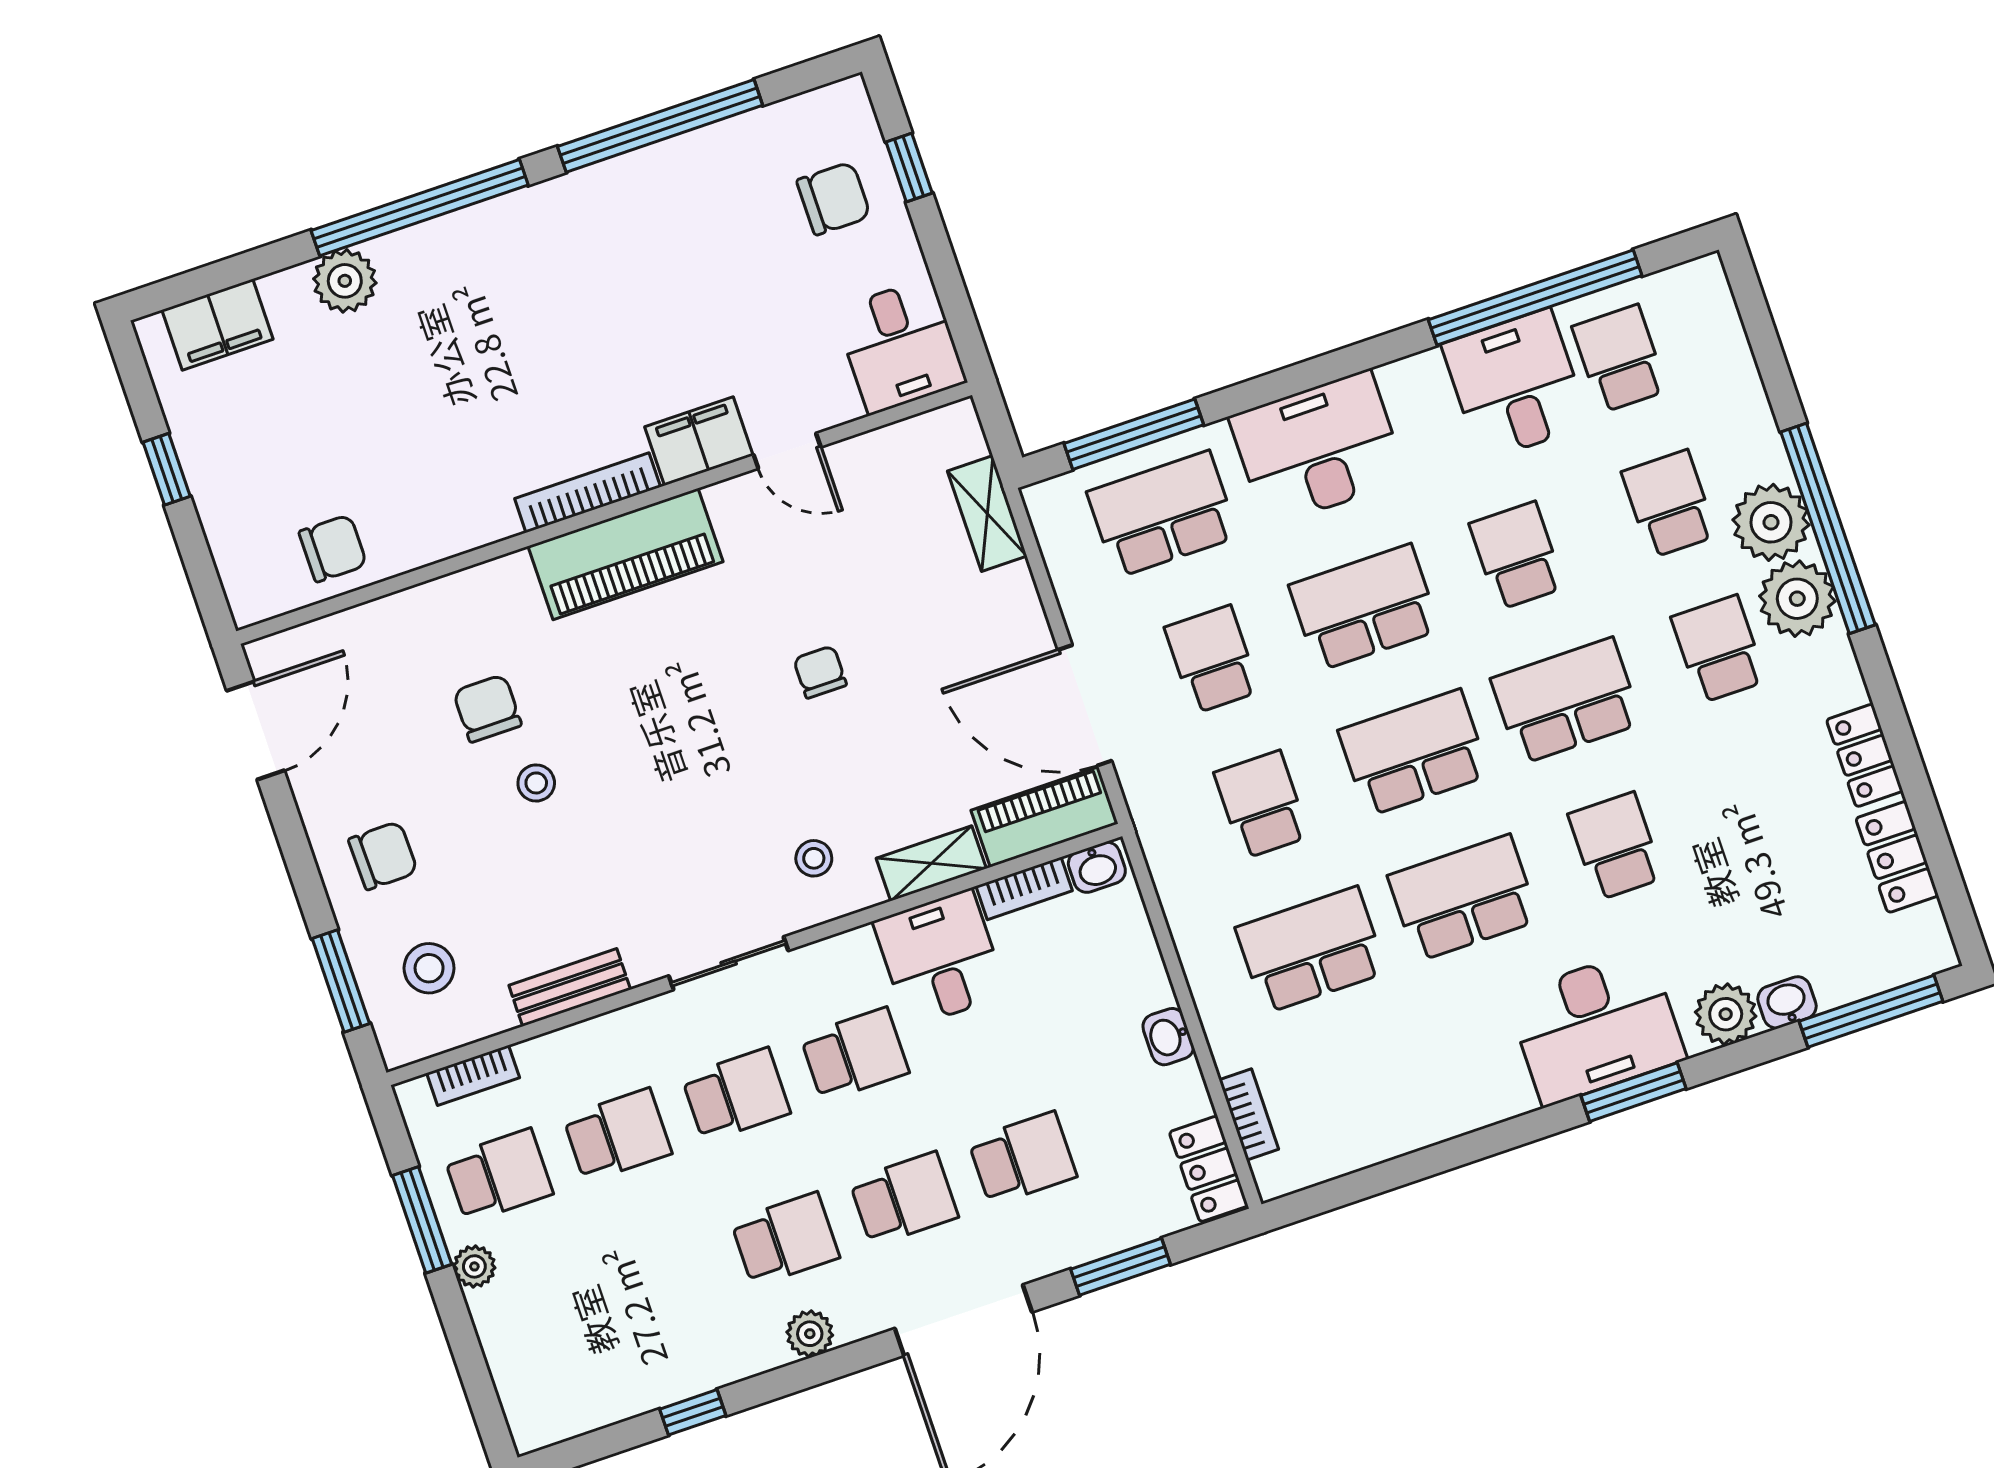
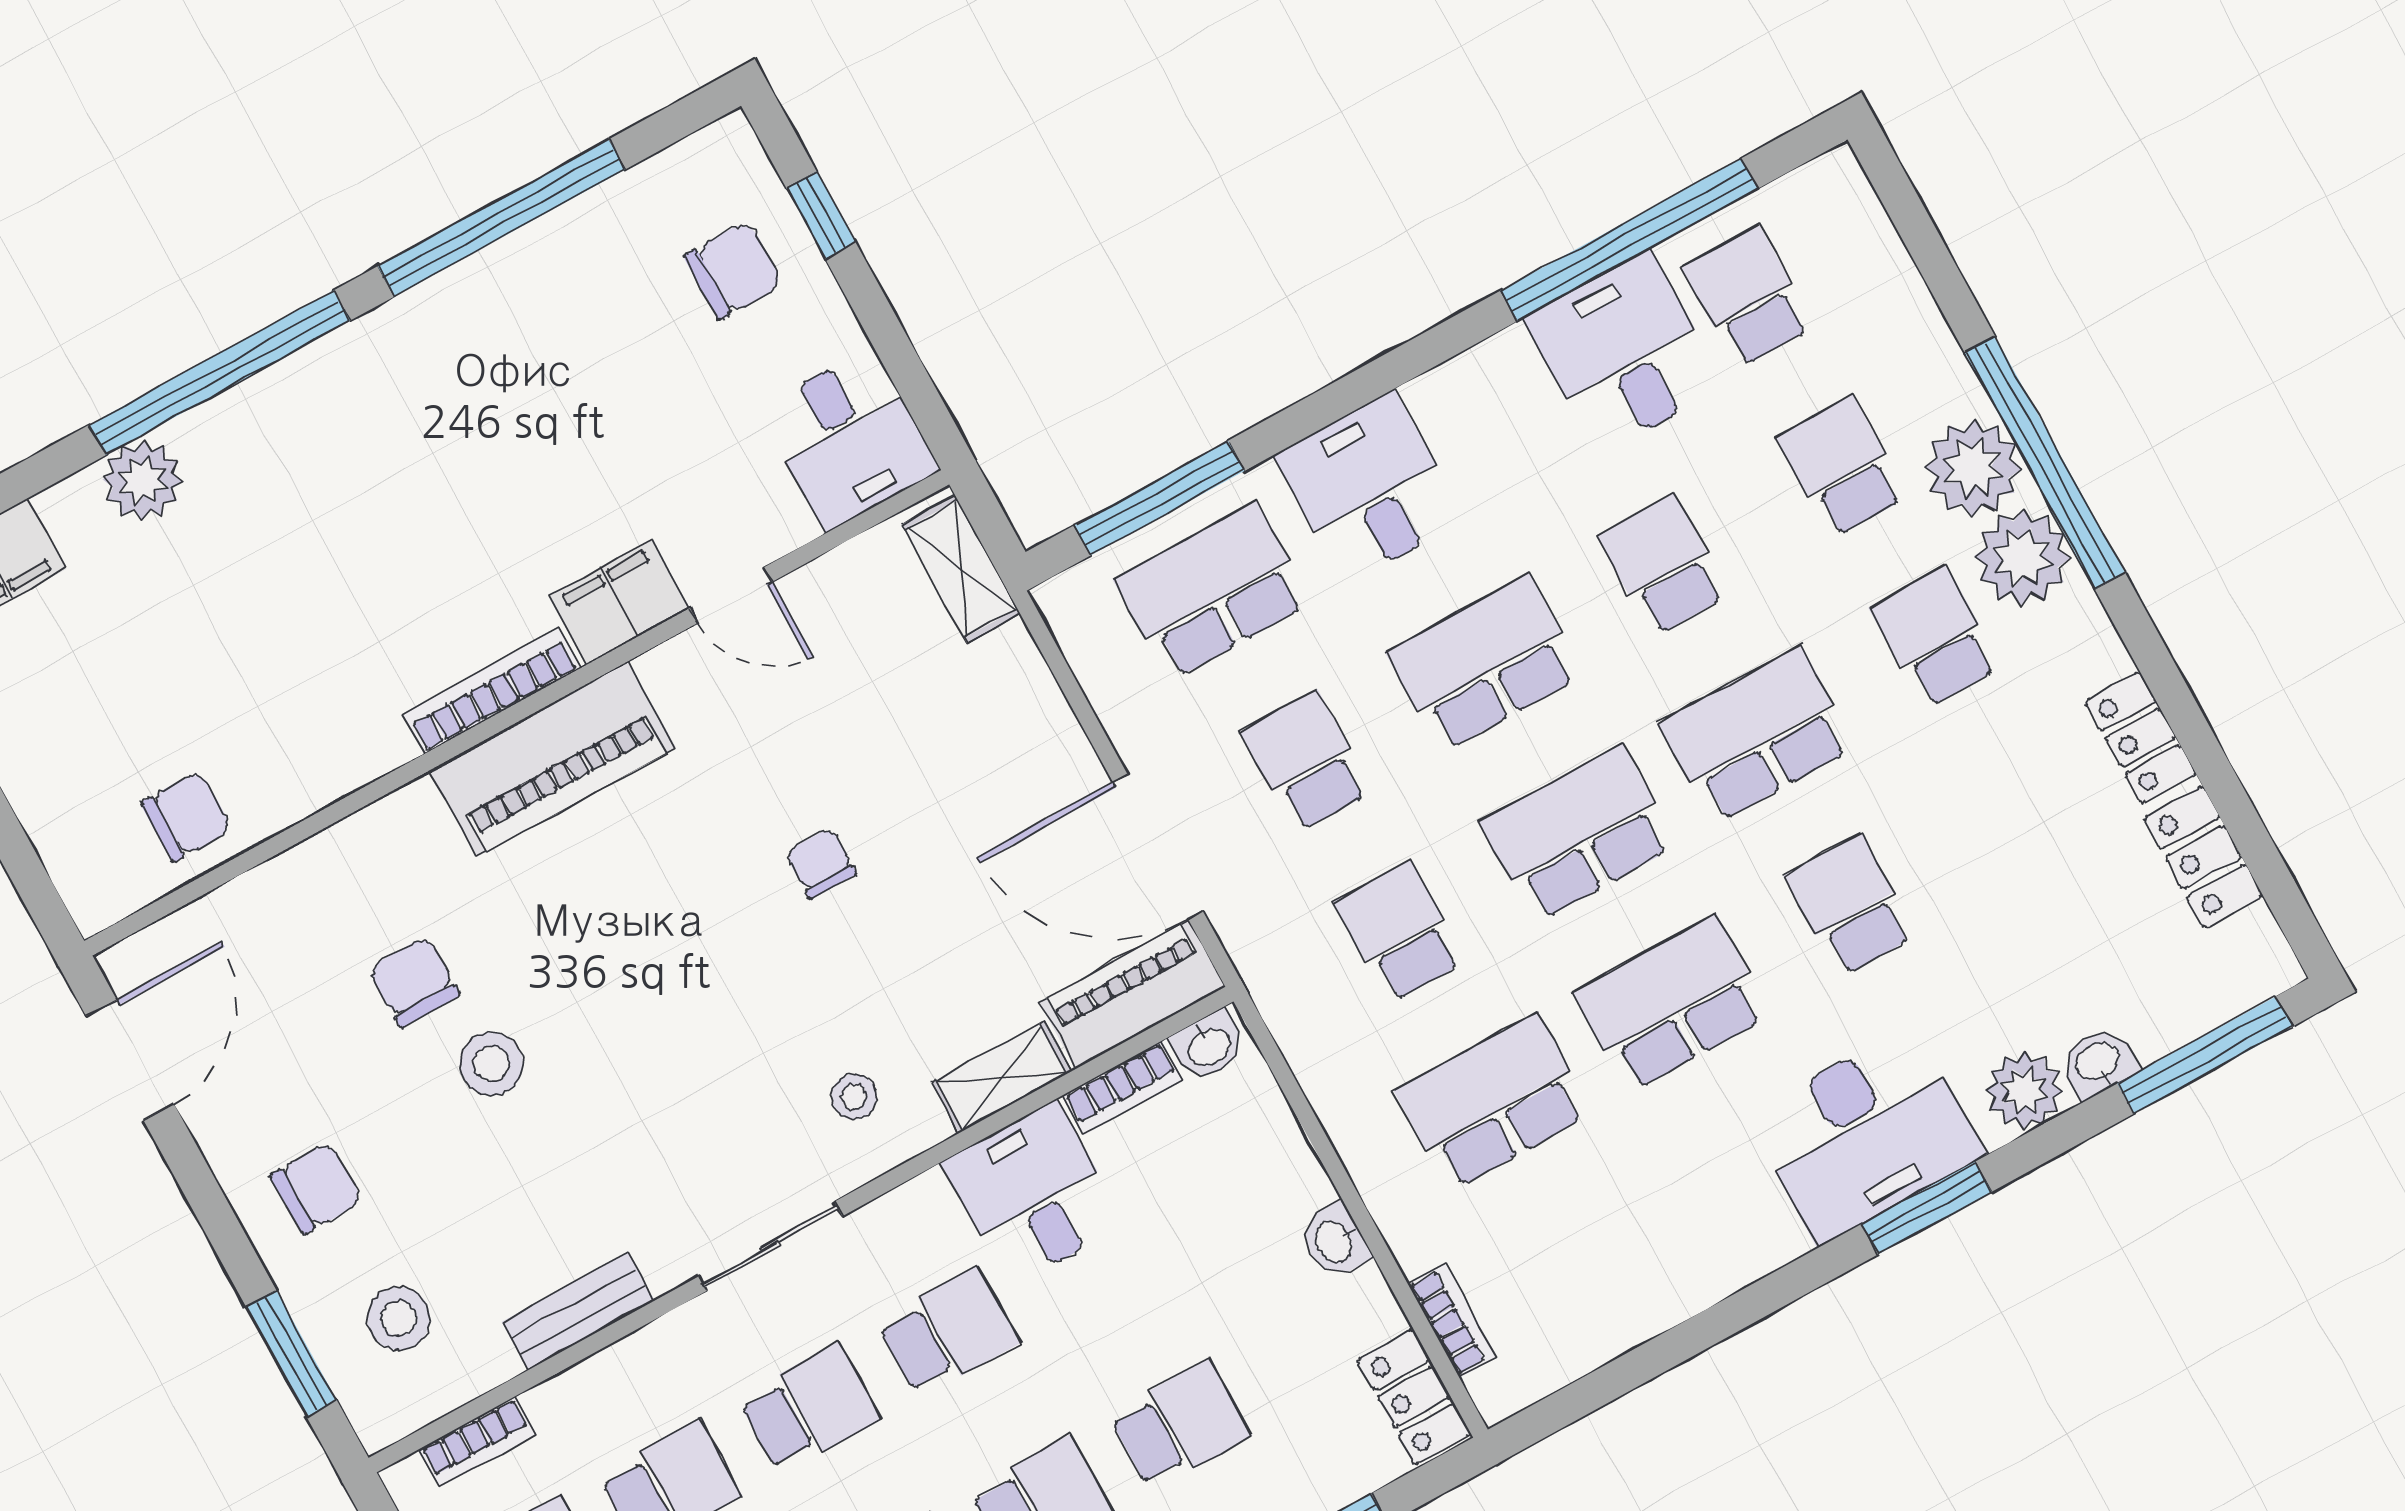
desk: (1318, 448) -> (1369, 488), width x0.73
shelving: (987, 514) -> (961, 569), moved
stool: (536, 783) -> (491, 1064), width x1.37, depth x1.37

